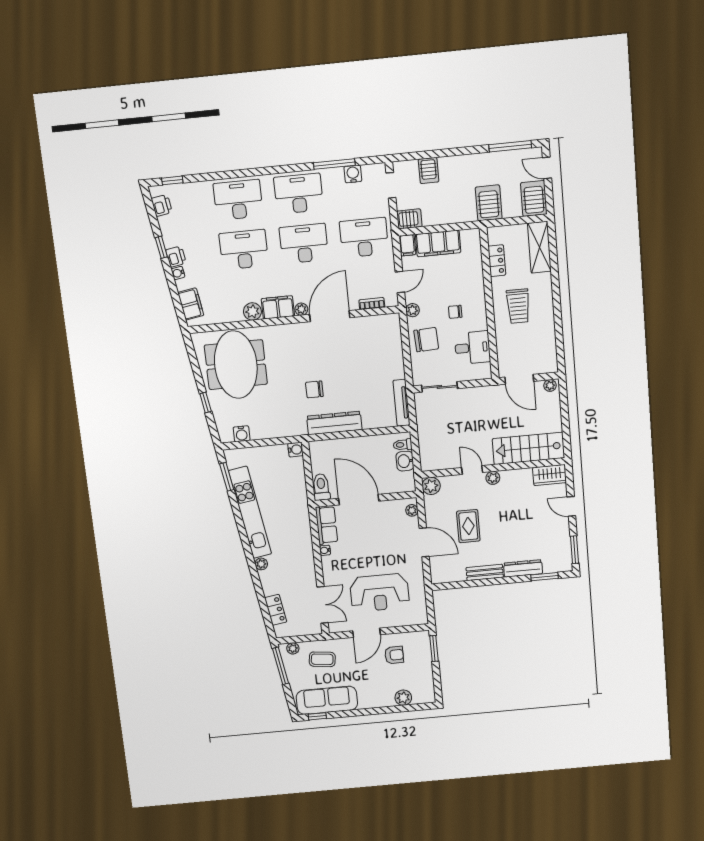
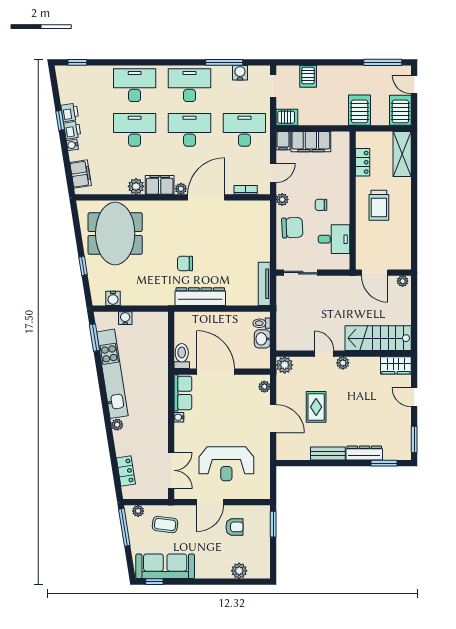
printer: (162, 205) -> (70, 112), moved
water cooler: (295, 450) -> (125, 318), moved, turned -90

